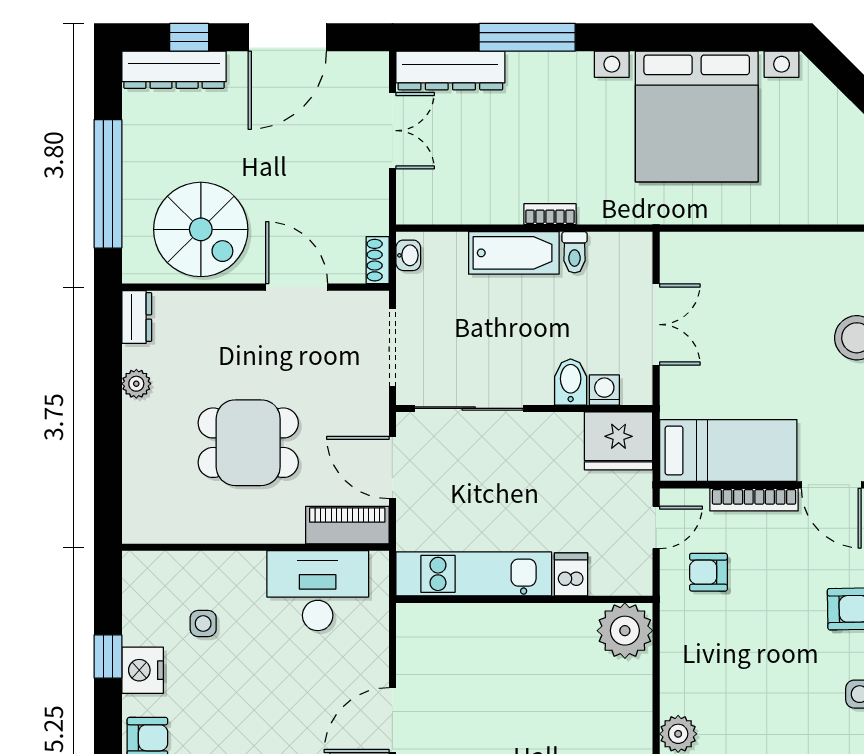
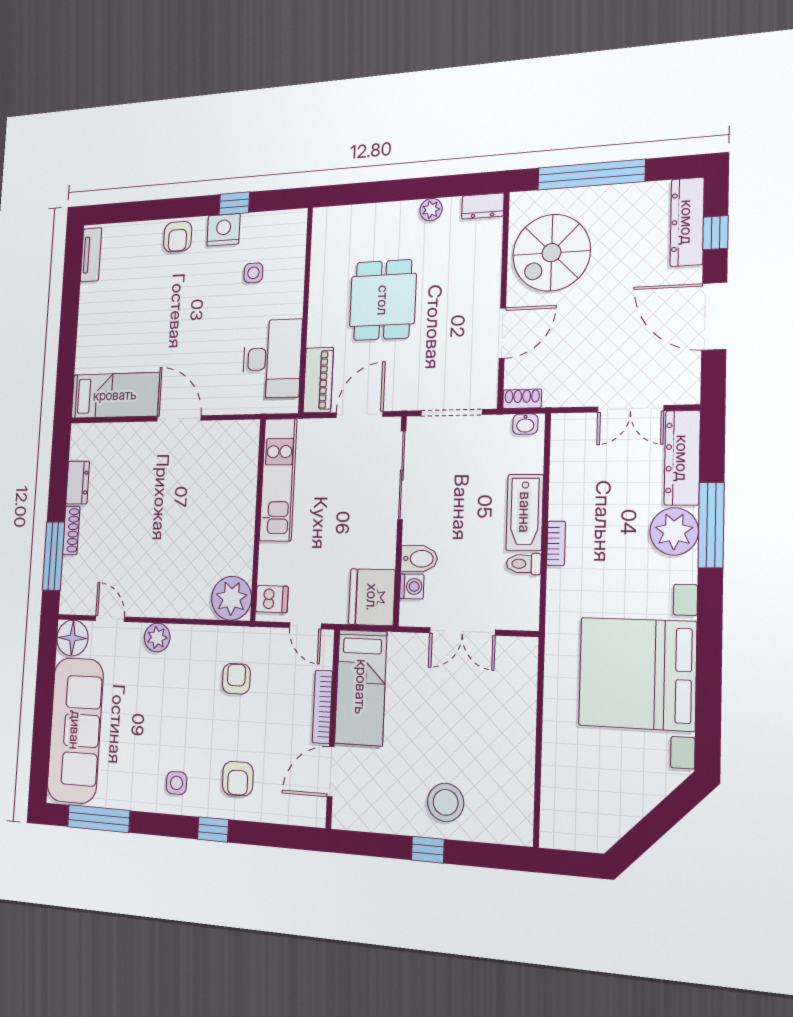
plant: (535, 78) -> (674, 531), added
armchair: (708, 572) -> (236, 679), moved
dishwasher: (571, 574) -> (272, 599), moved

